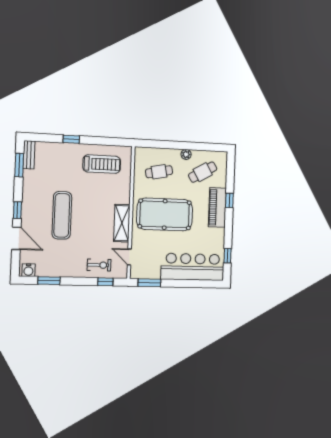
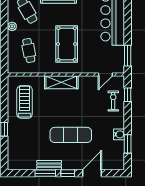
bench: (29, 155) -> (49, 165), moved
window: (19, 165) -> (45, 173), moved
pool table: (165, 214) -> (67, 44), width x0.73, depth x0.76
shelving: (122, 223) -> (61, 82), moved
water cooler: (28, 270) -> (119, 134), moved

